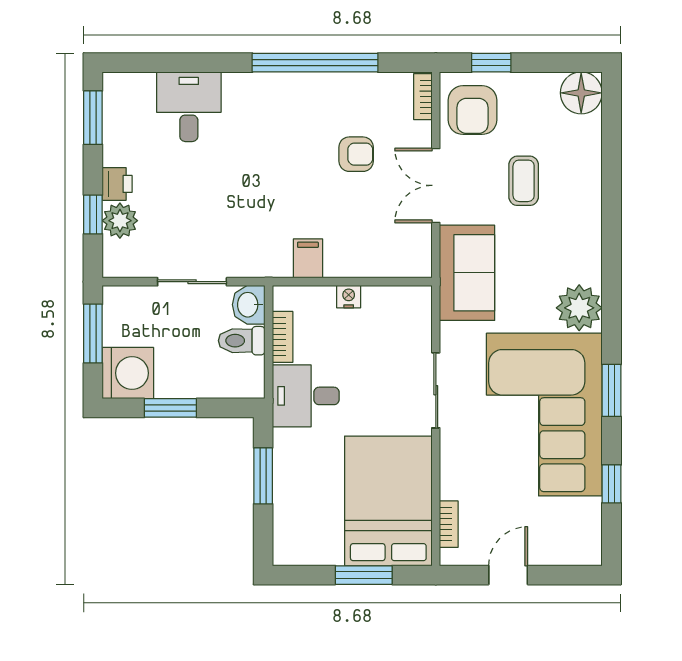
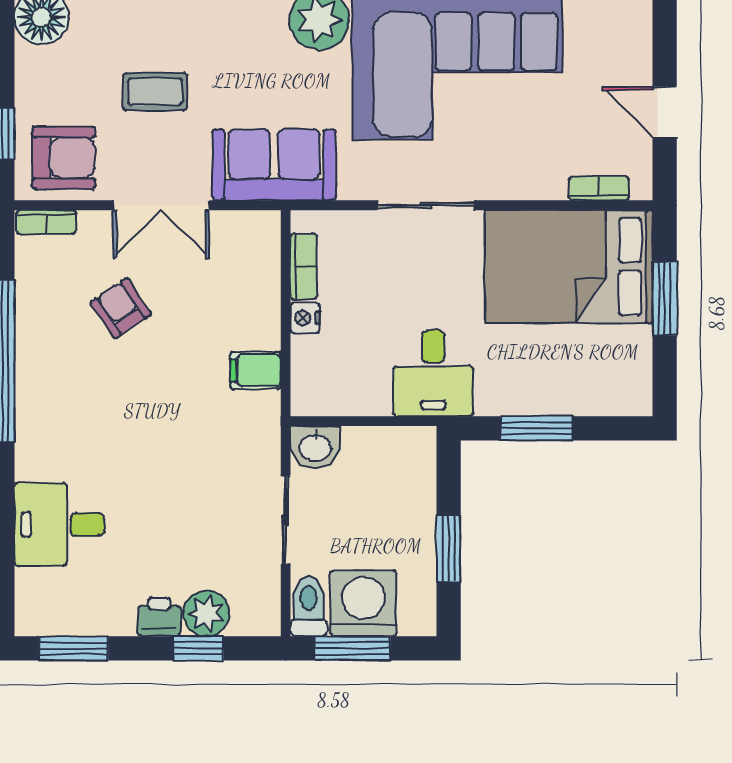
armchair: (356, 154) -> (121, 308), turned -34
bookcase: (283, 337) -> (304, 266), moved, turned 90
toilet: (242, 341) -> (309, 606), moved, turned 180
washing machine: (128, 373) -> (363, 603), moved

